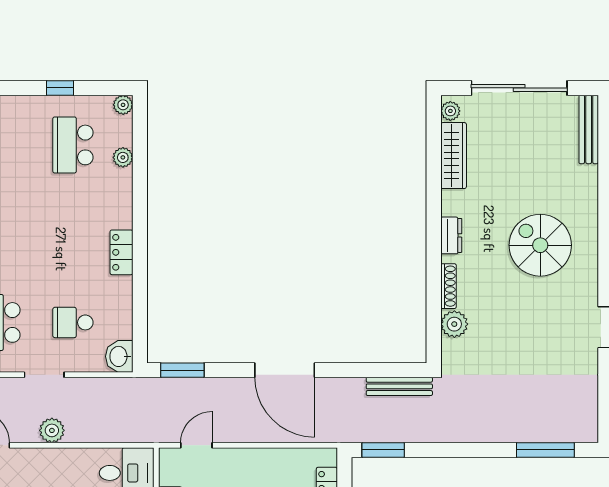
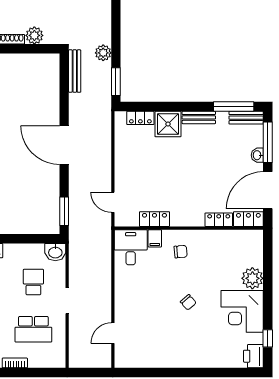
school desk: (73, 322) -> (33, 282), turned 180
door: (285, 370) -> (64, 145), swing flipped
plant: (52, 430) -> (103, 53), moved

